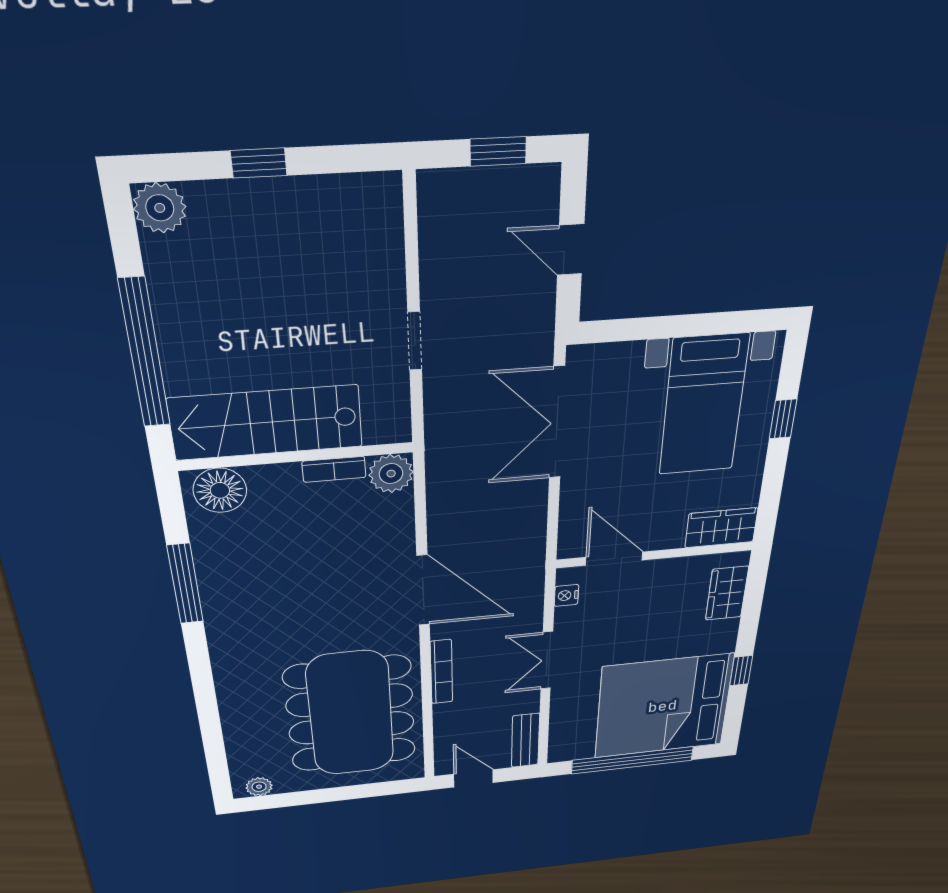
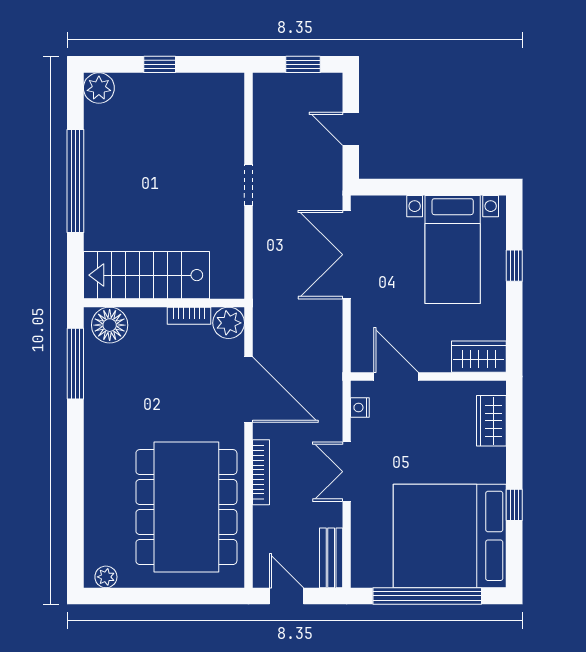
stairs: (266, 423) -> (146, 275), moved
wall: (296, 456) -> (164, 303), moved
bookcase: (334, 469) -> (189, 316), moved
plant: (391, 474) -> (229, 323), moved
floor lamp: (220, 490) -> (110, 325), moved

